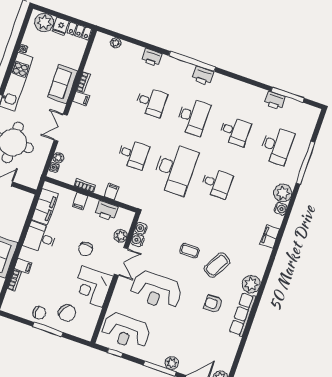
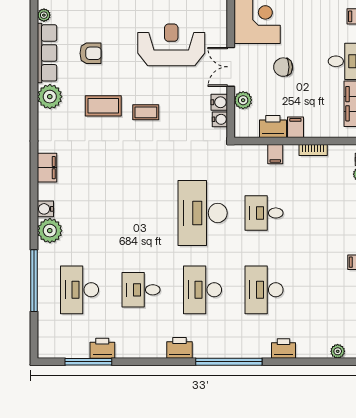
printer: (203, 76) -> (180, 348), moved
desk: (151, 102) -> (264, 290), width x1.37
desk: (217, 183) -> (141, 213), removed
filing cabinet: (80, 201) -> (295, 127), moved
chair: (86, 249) -> (283, 67), turned -90
coffee table: (217, 265) -> (103, 106), turned 61
plant: (236, 341) -> (44, 15), added

